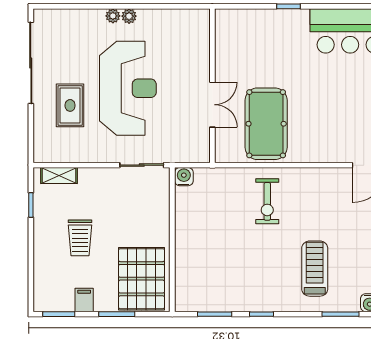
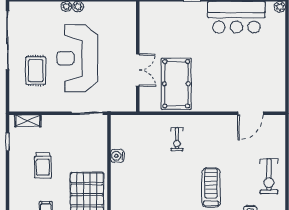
reception desk: (128, 88) -> (77, 58), turned 180
water cooler: (184, 177) -> (117, 156), moved, turned -90
exercise bike: (267, 201) -> (177, 139), width x0.73, depth x0.72

